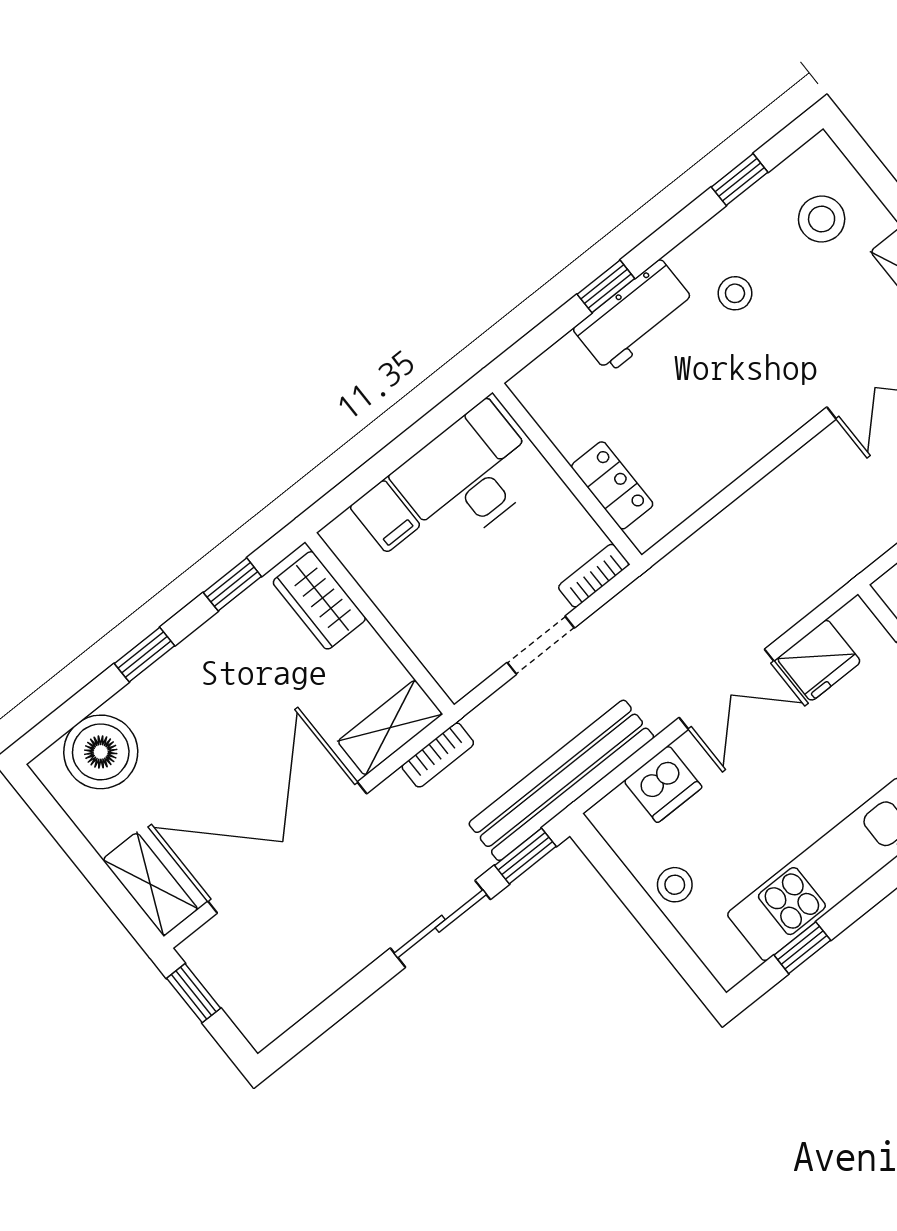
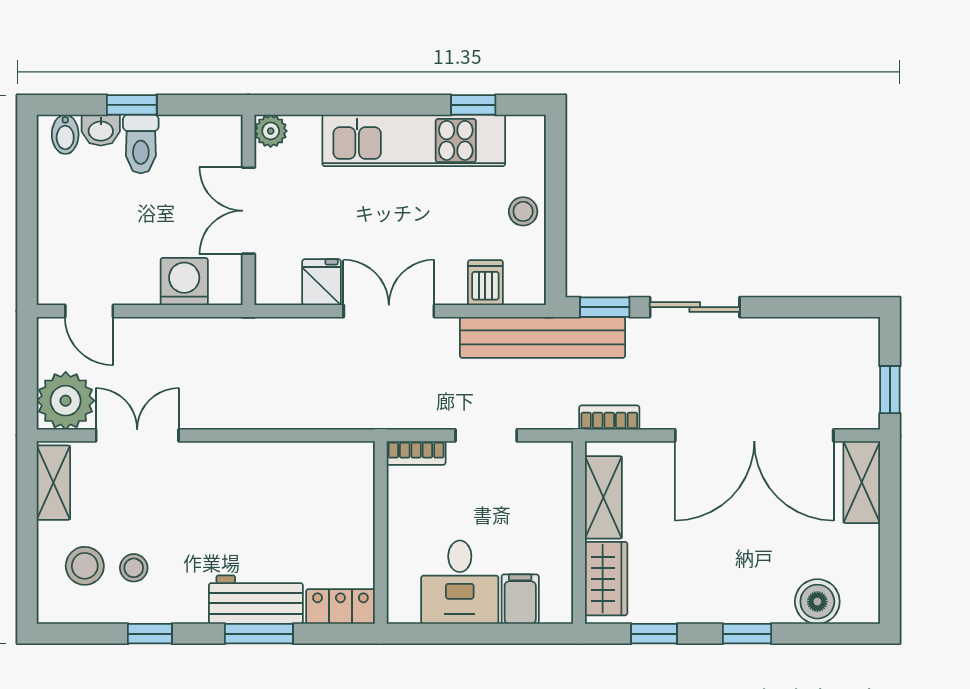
window: (740, 180) -> (150, 634), moved
window: (606, 286) -> (259, 634), width x1.50
stool: (735, 293) -> (134, 568), moved
desk: (468, 476) -> (460, 582), width x0.73
locker: (612, 485) -> (340, 606), moved, turned 90
fridge: (819, 660) -> (322, 282), width x0.72
shelving: (390, 728) -> (603, 497), moved, turned 90
boiler: (101, 752) -> (817, 602), width x0.73, depth x0.73
dishwasher: (663, 784) -> (485, 283), width x0.73

